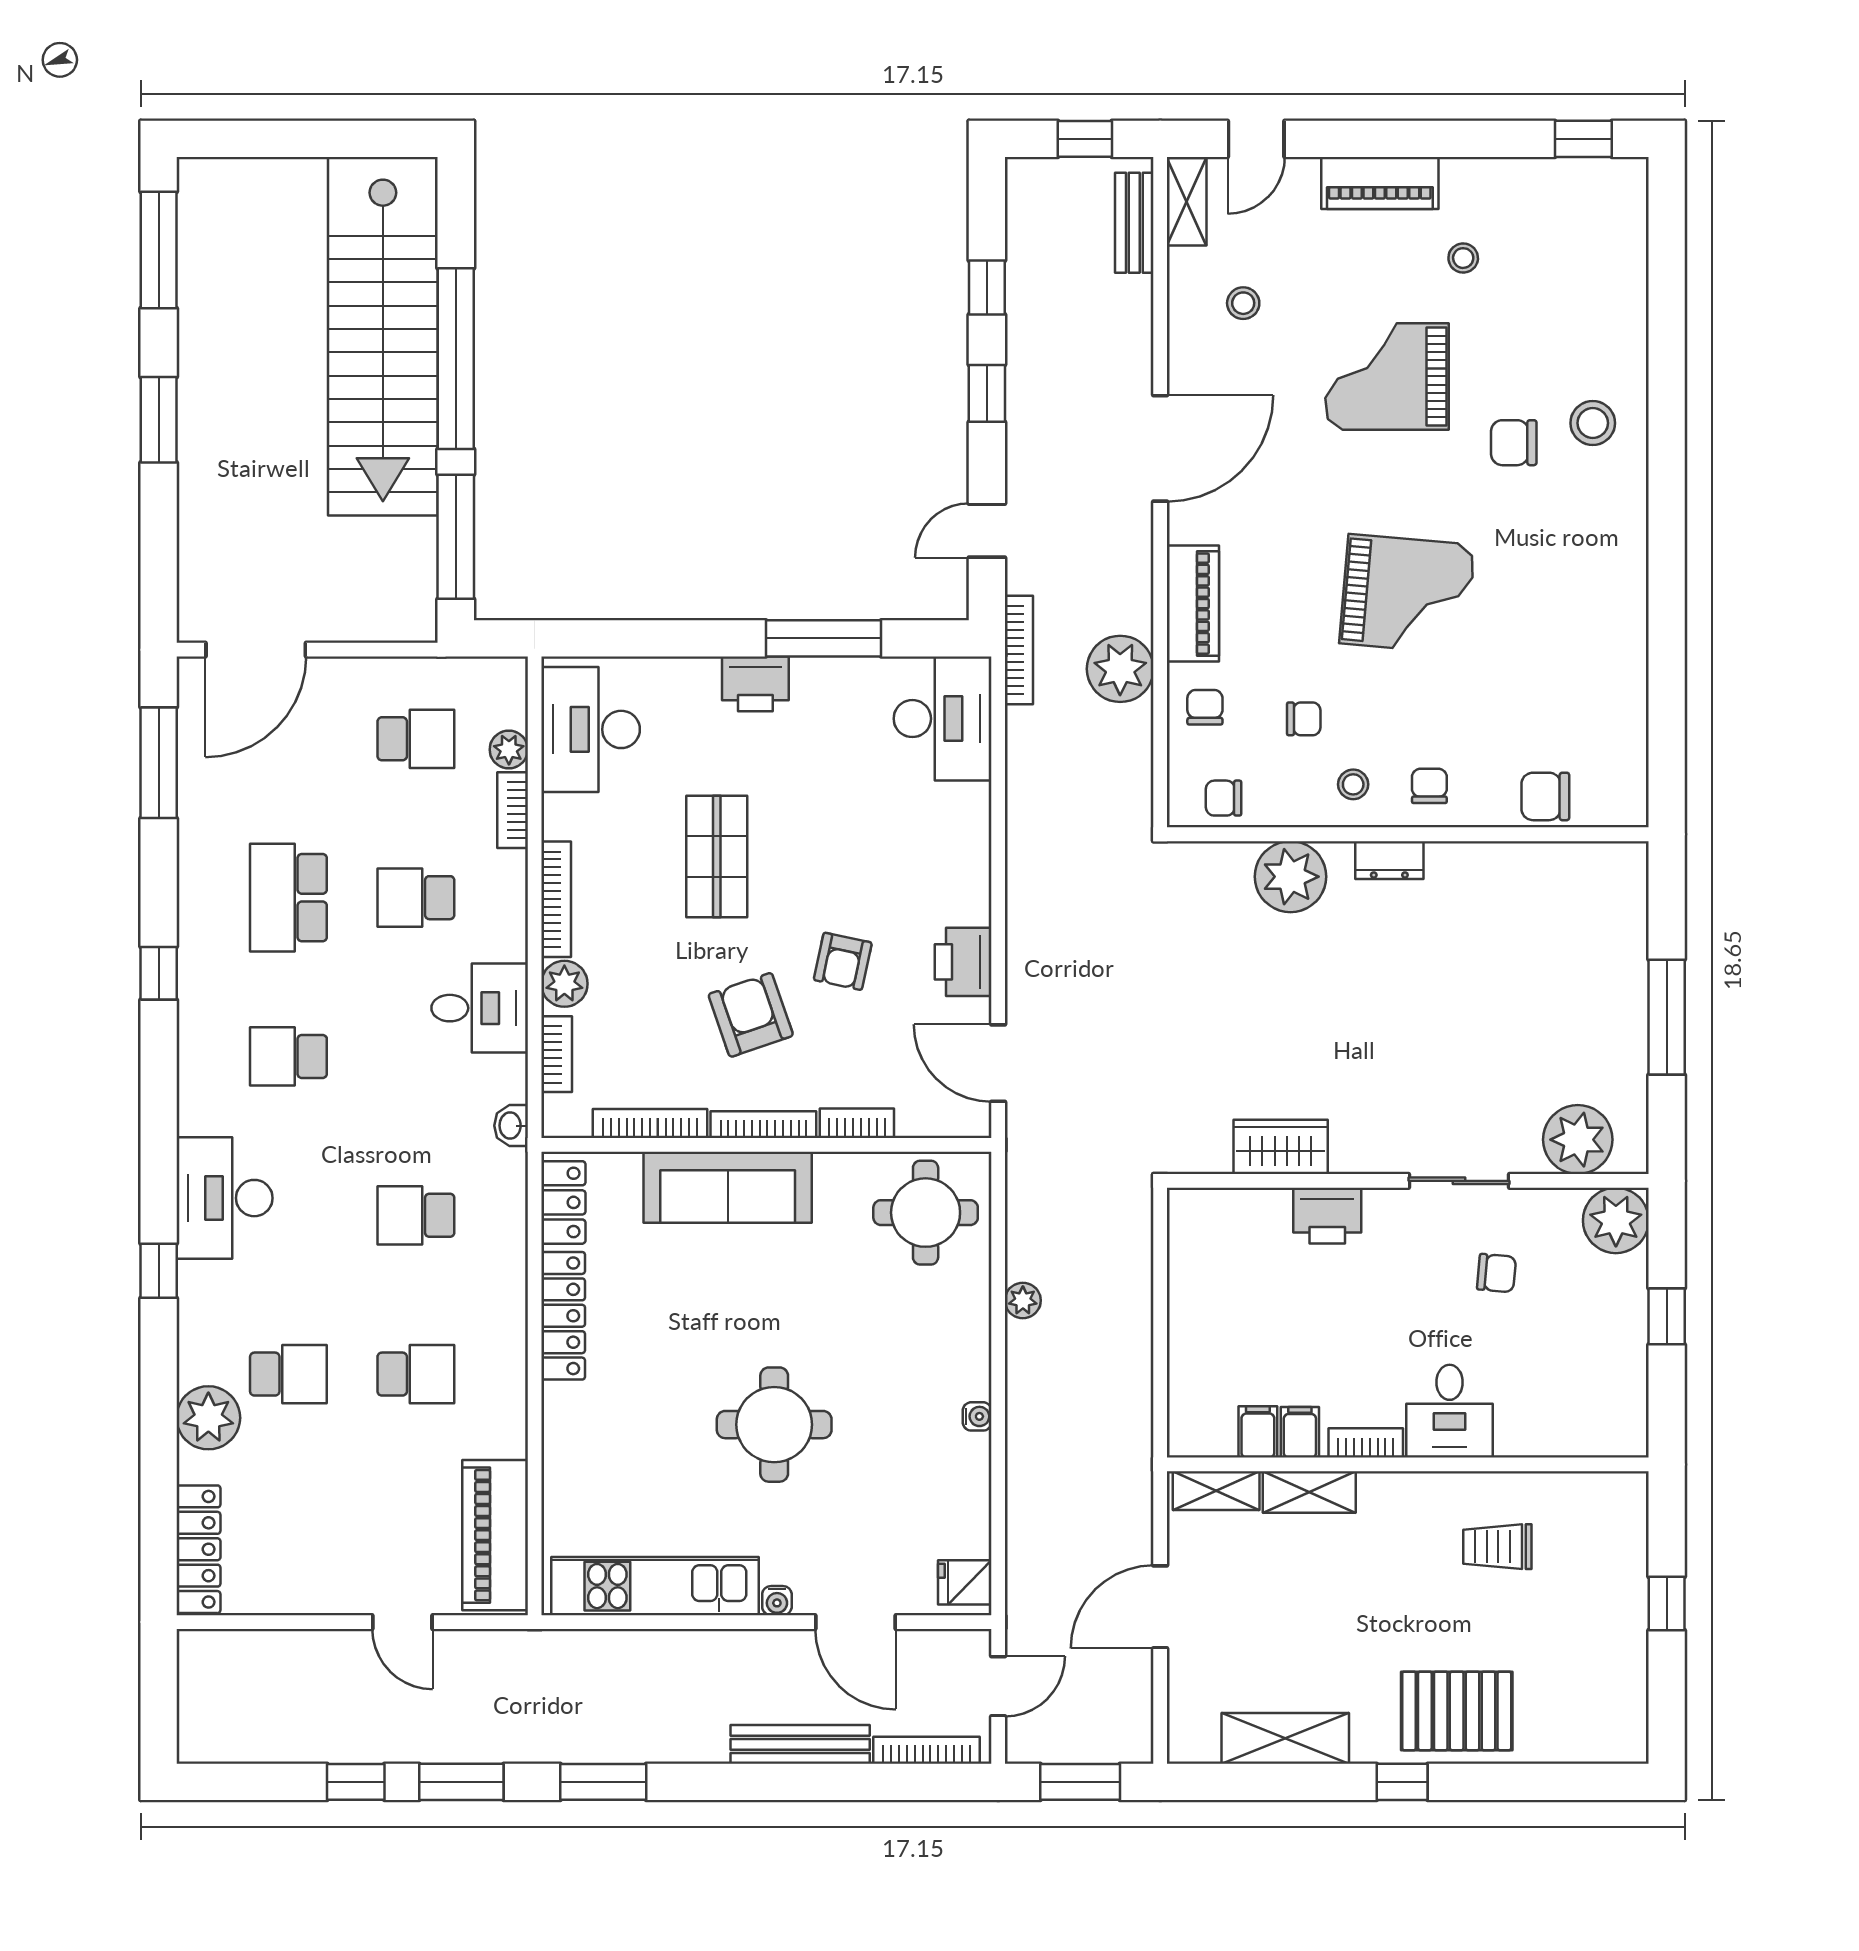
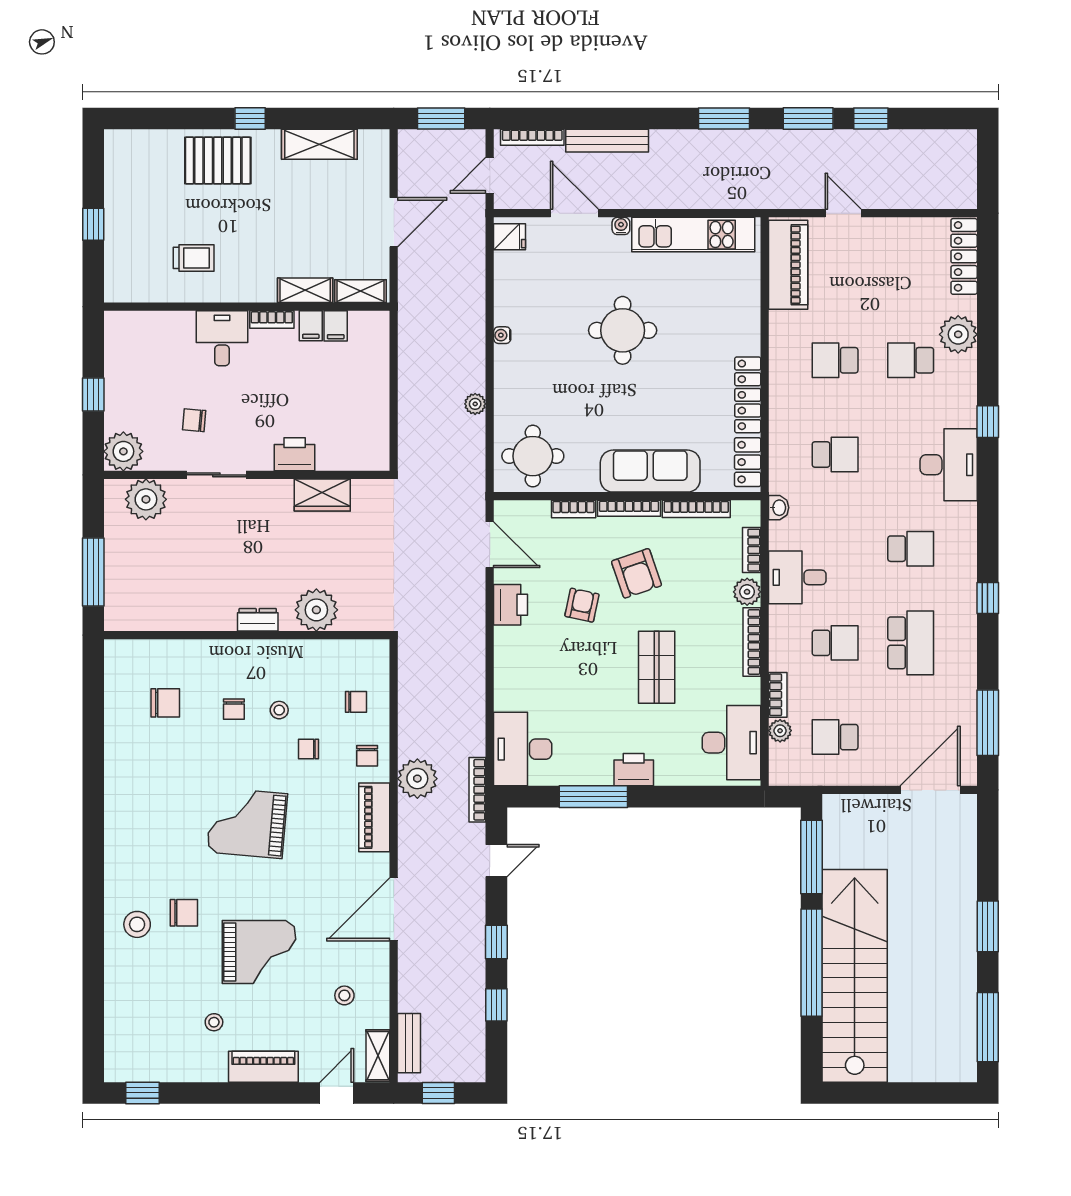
wall: (1408, 834) -> (247, 635), moved
dresser: (1389, 860) -> (258, 620), moved
plant: (1290, 877) -> (316, 610), moved

